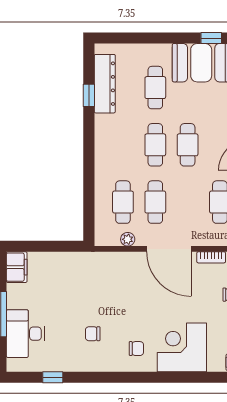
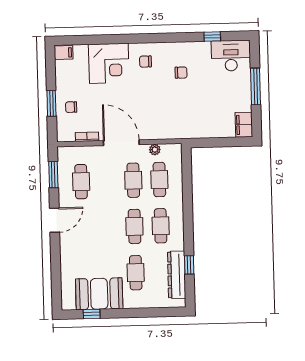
cafe table: (188, 145) -> (161, 226), moved
desk: (25, 334) -> (231, 56), moved, turned -90

